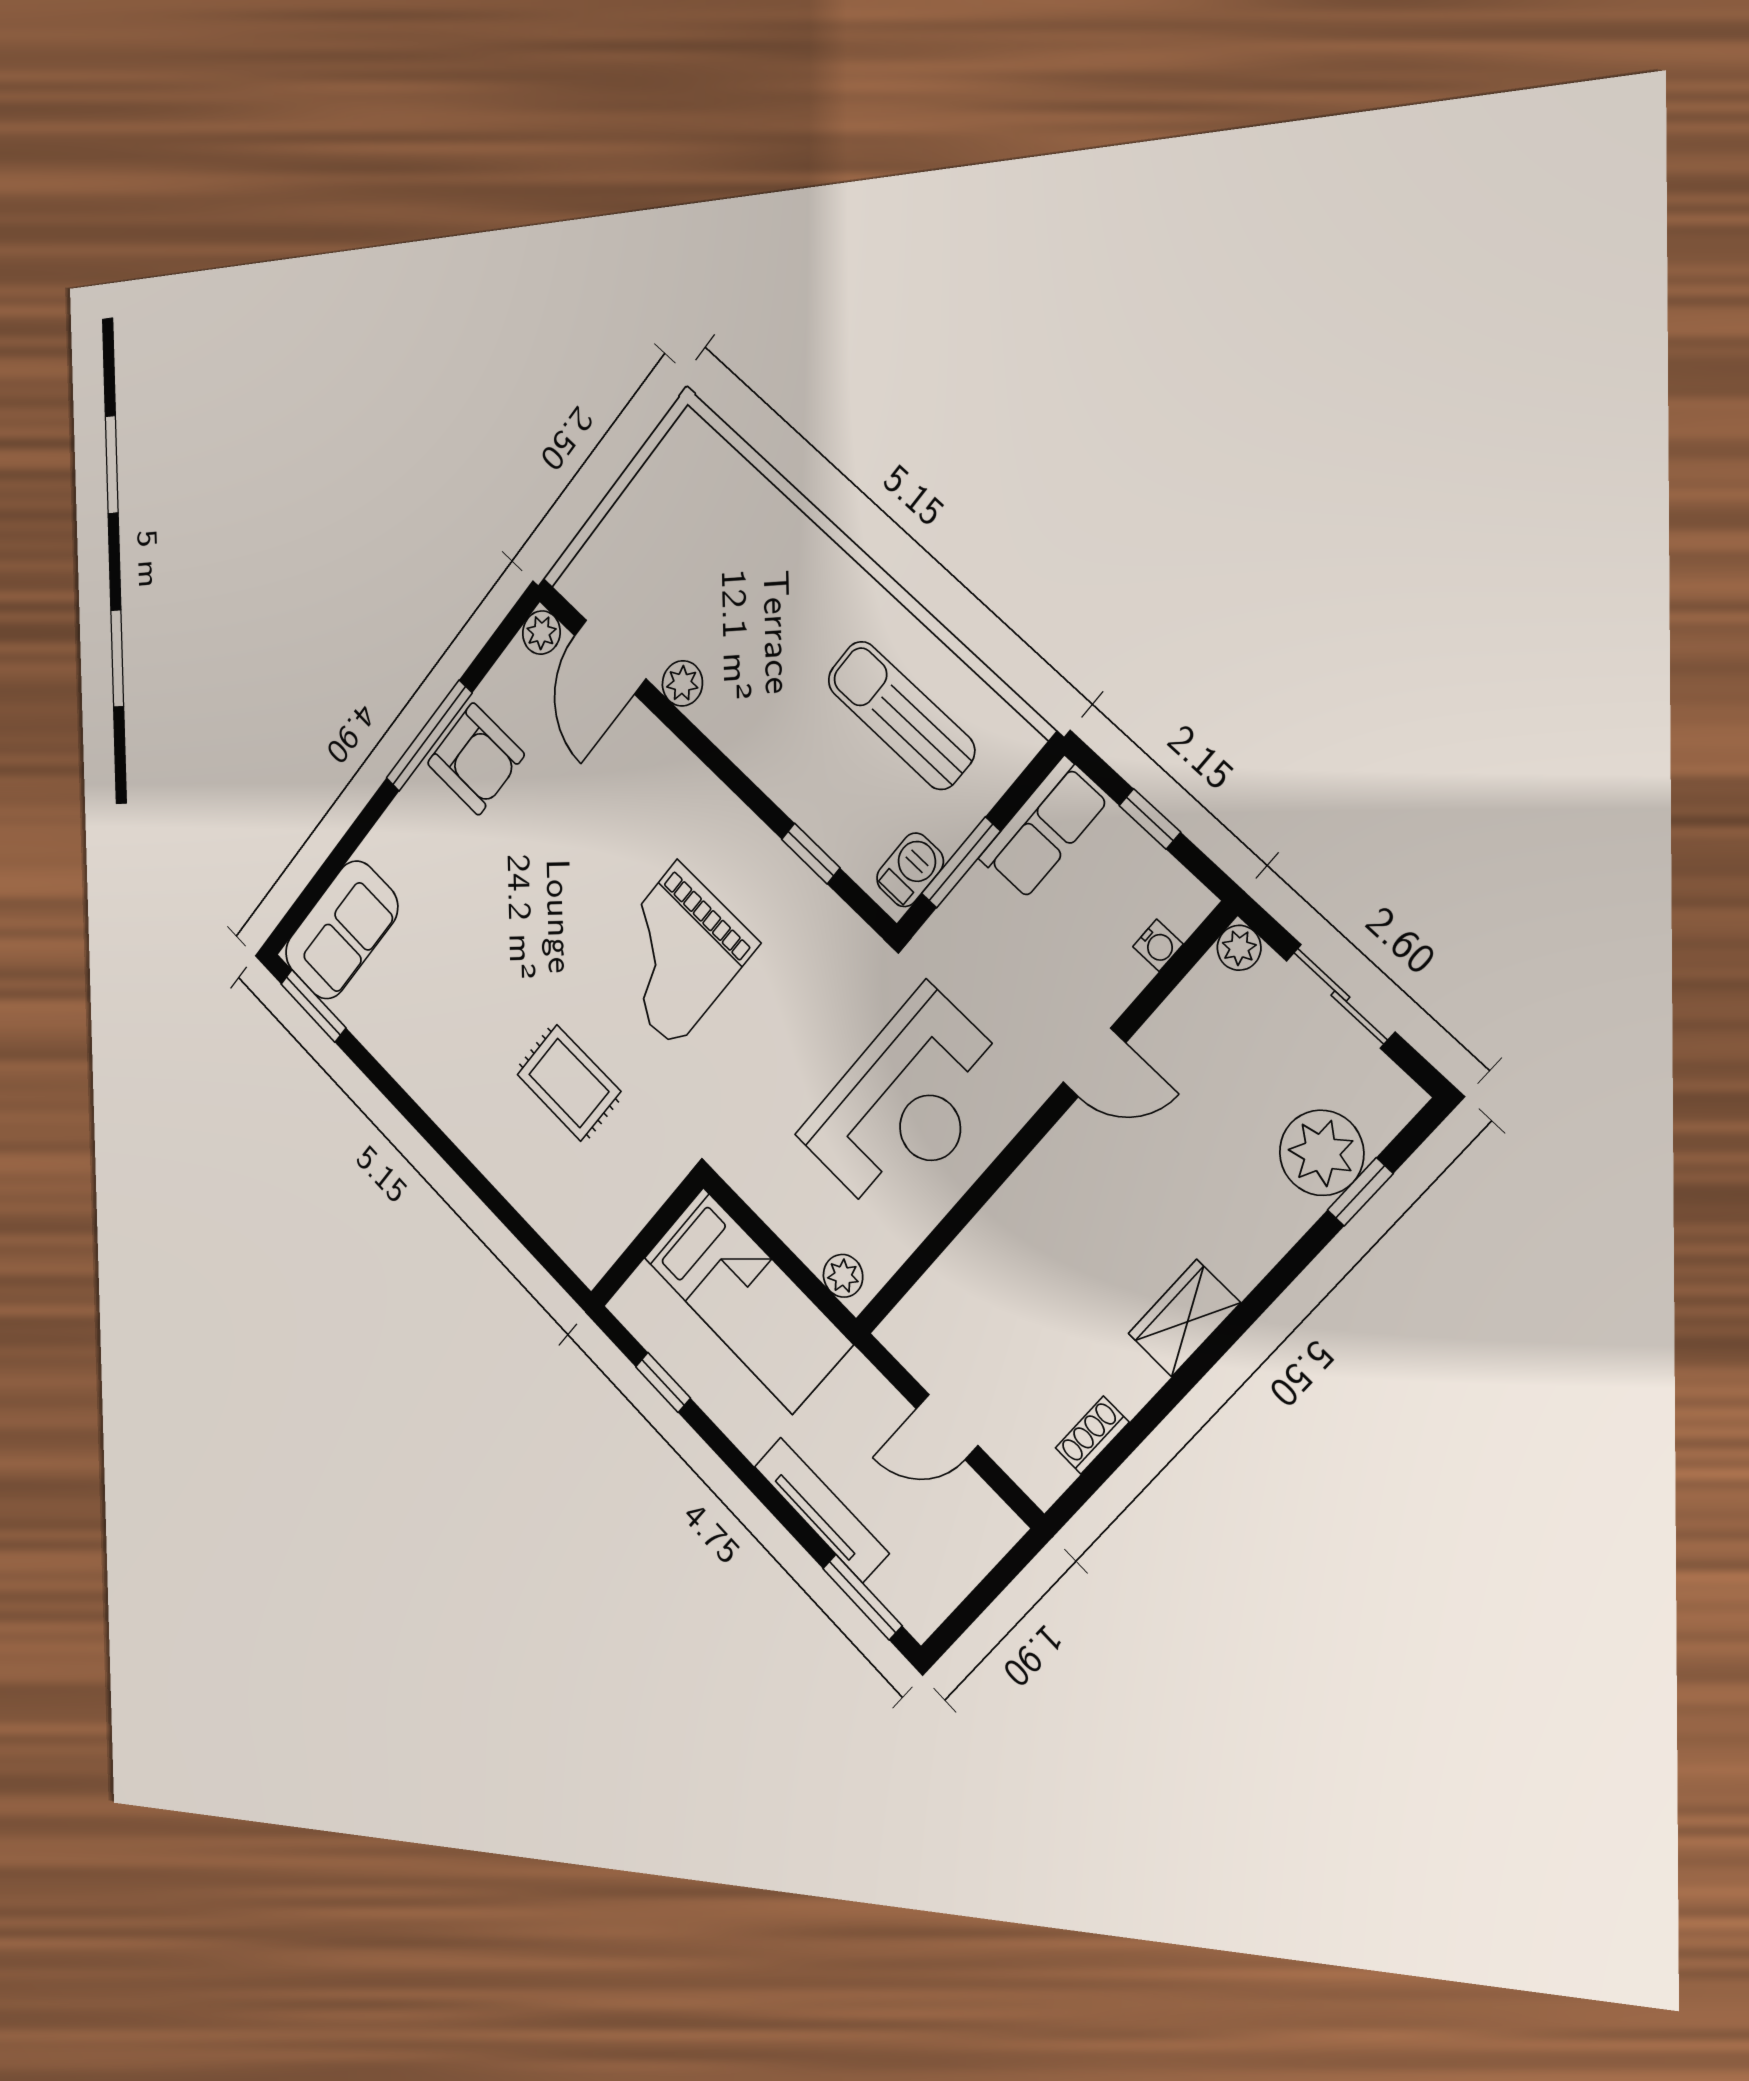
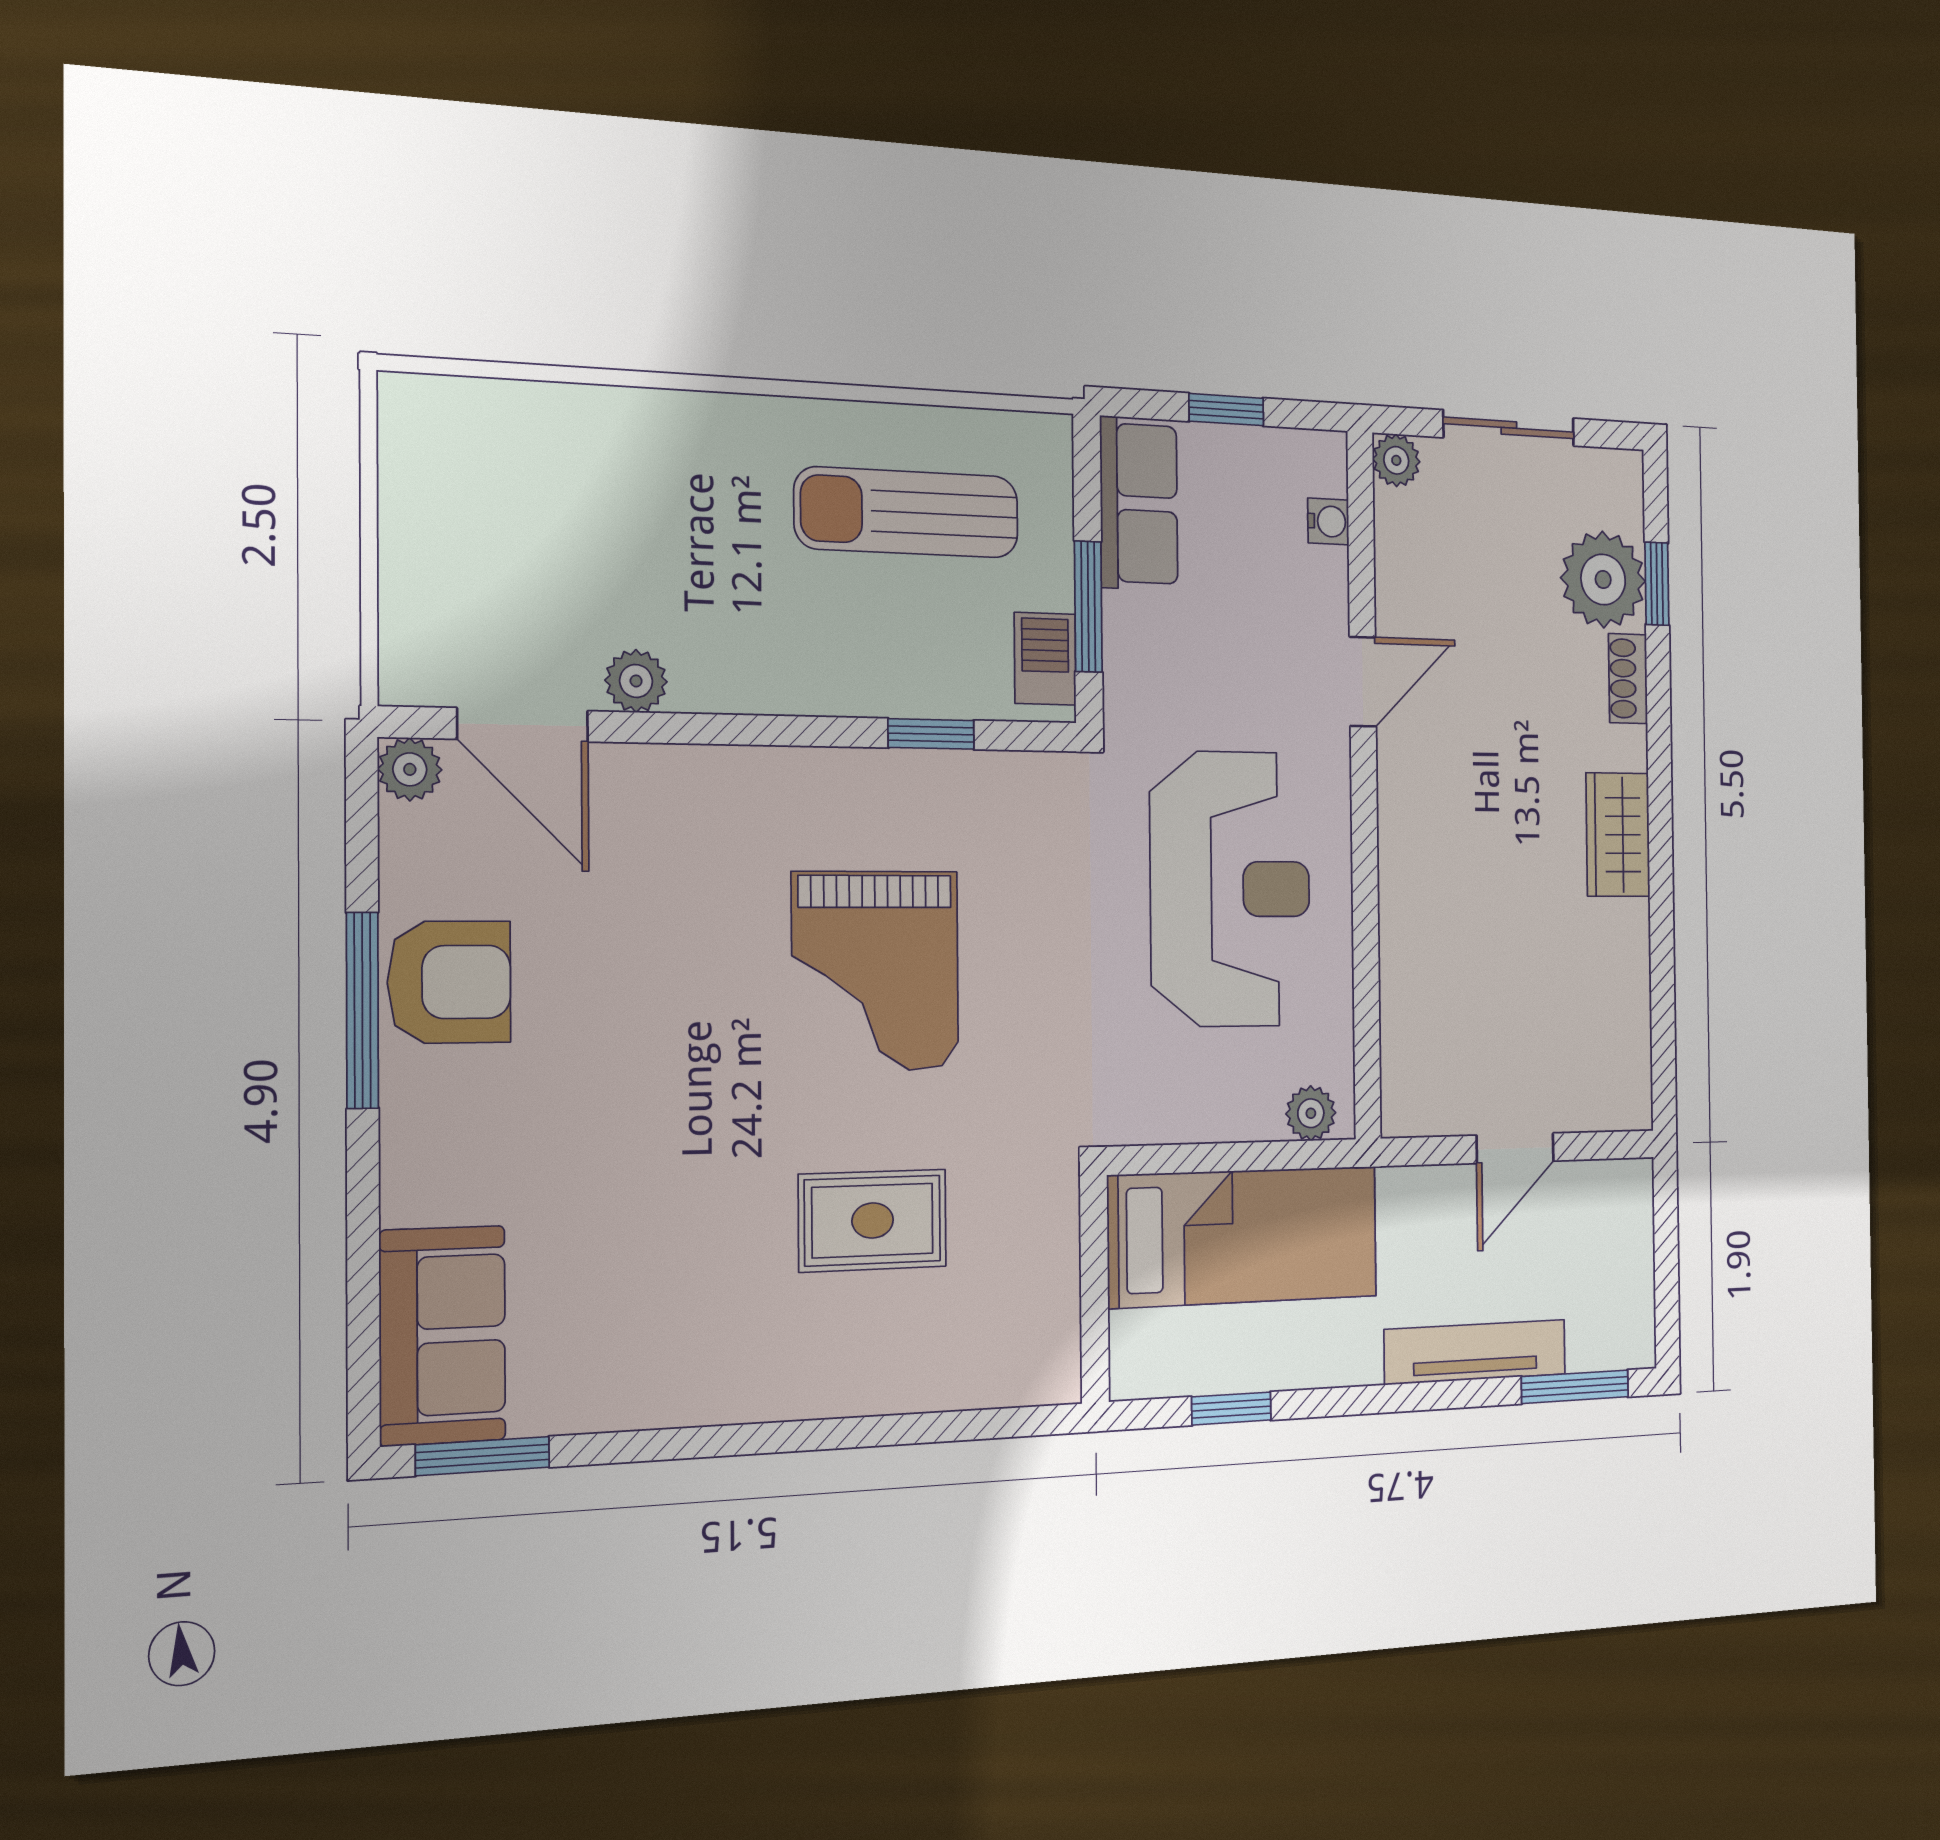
shoe rack: (1092, 1435) -> (1628, 679), moved

